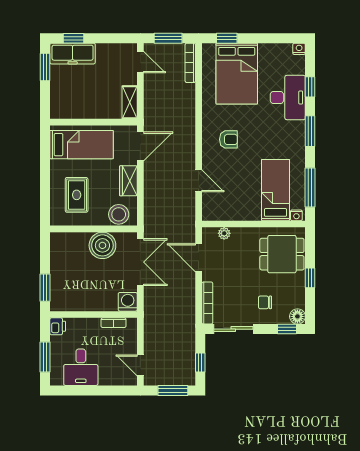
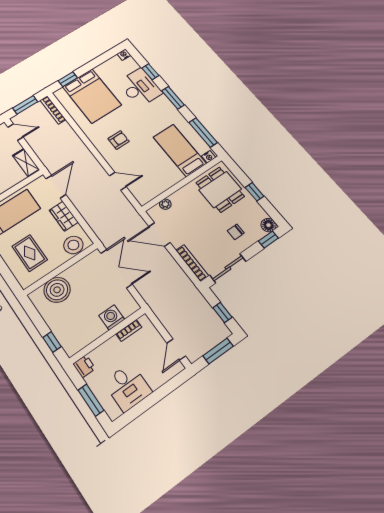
boiler: (102, 245) -> (57, 290), moved
dining table: (282, 254) -> (220, 190), turned 90
window: (45, 288) -> (52, 342), width x0.67
washing machine: (128, 302) -> (112, 317), moved
door: (140, 365) -> (176, 350), hinge flipped

